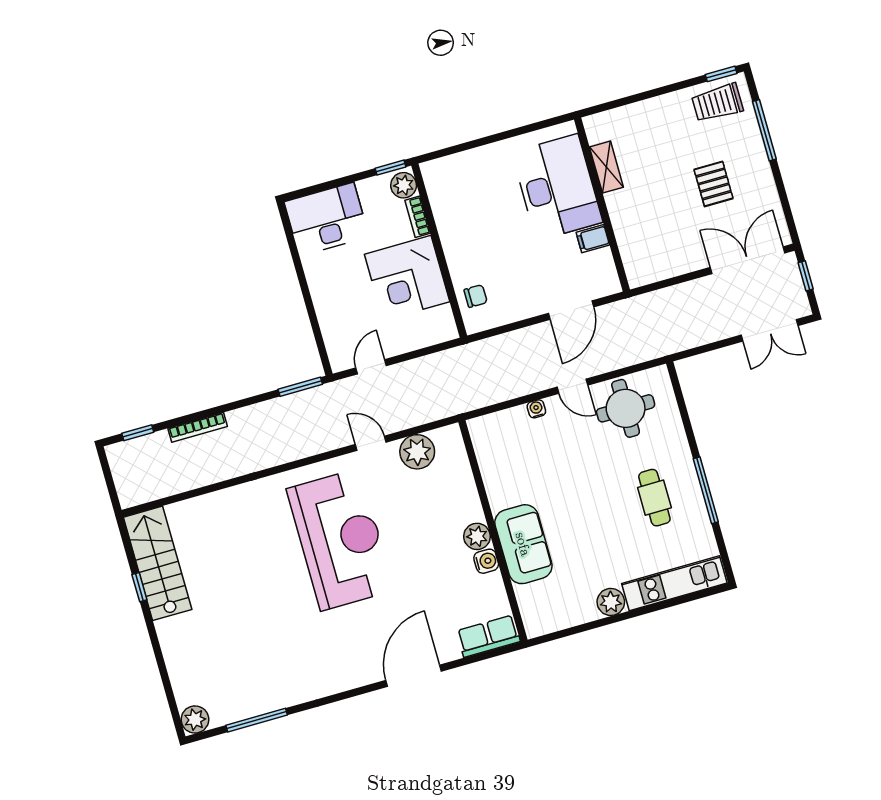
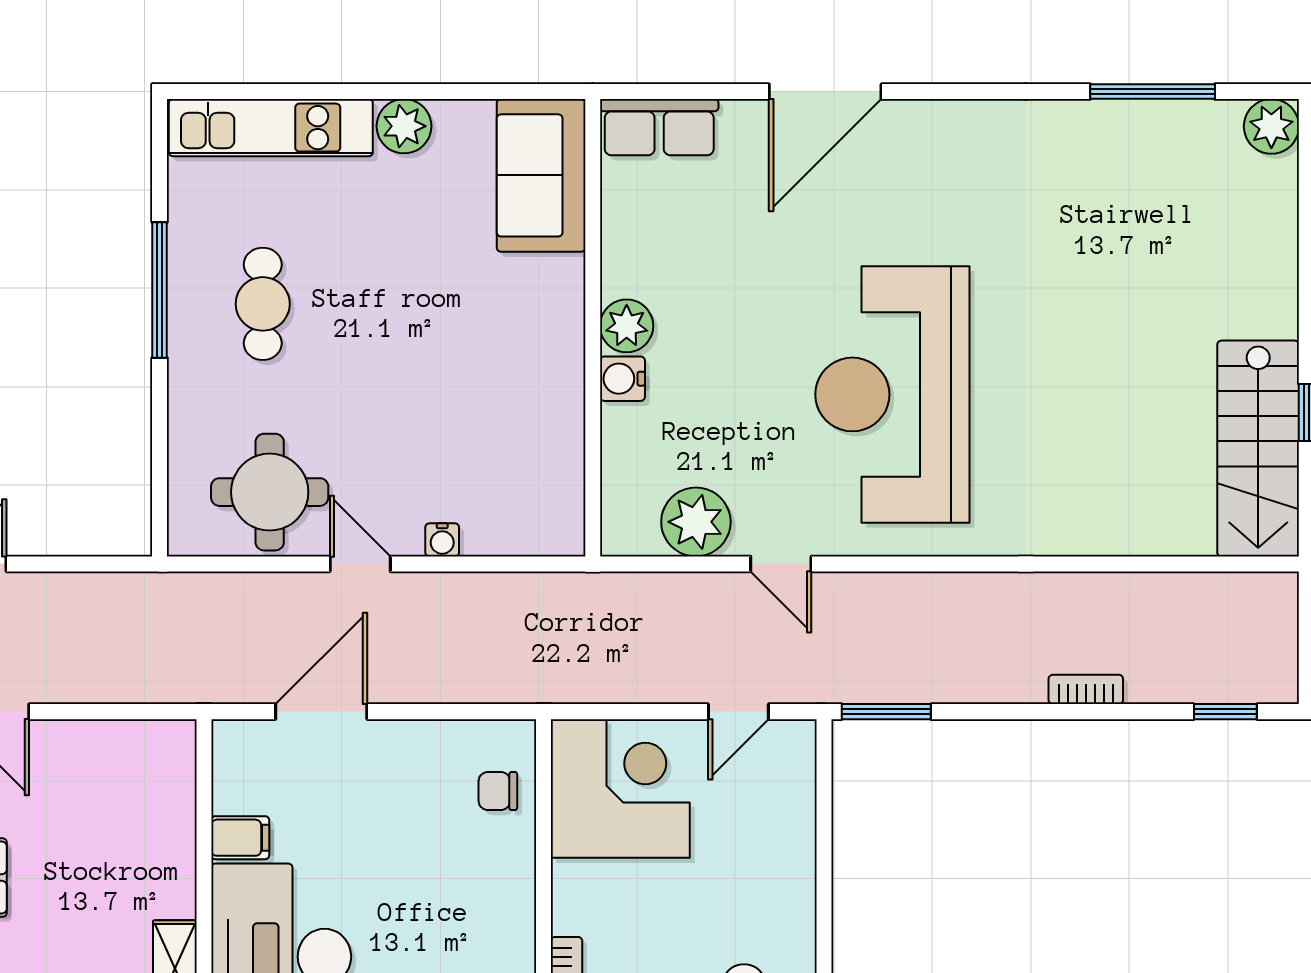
corner desk: (407, 278) -> (620, 788), moved
bookcase: (198, 427) -> (1086, 689), width x0.64
sofa: (523, 544) -> (541, 175), moved
water cooler: (486, 561) -> (622, 379), moved

